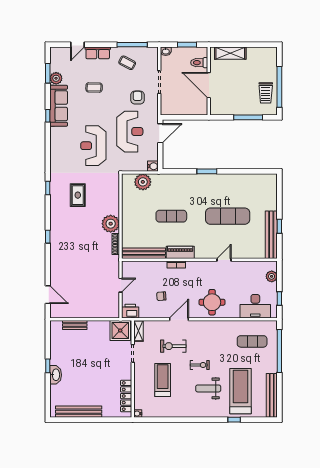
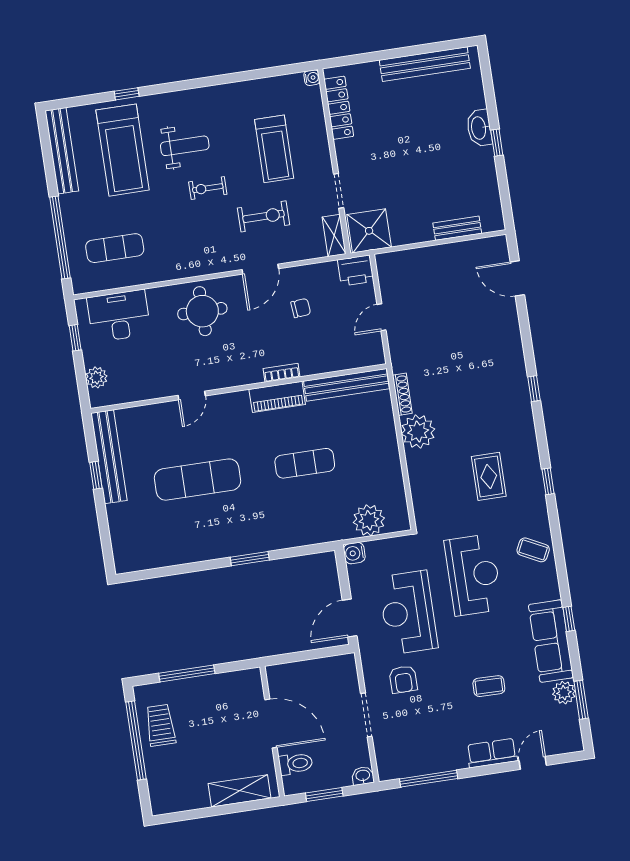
coffee table: (127, 63) -> (533, 550), moved

